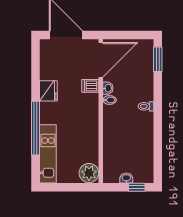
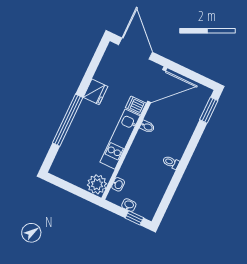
washbasin: (108, 88) -> (118, 184), moved
toilet: (146, 106) -> (171, 162), moved
kitchen unit: (48, 154) -> (120, 139), moved, turned 180

